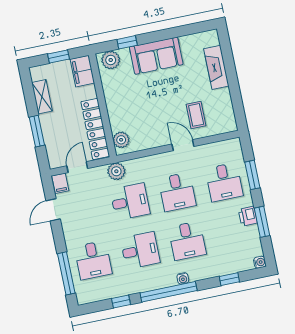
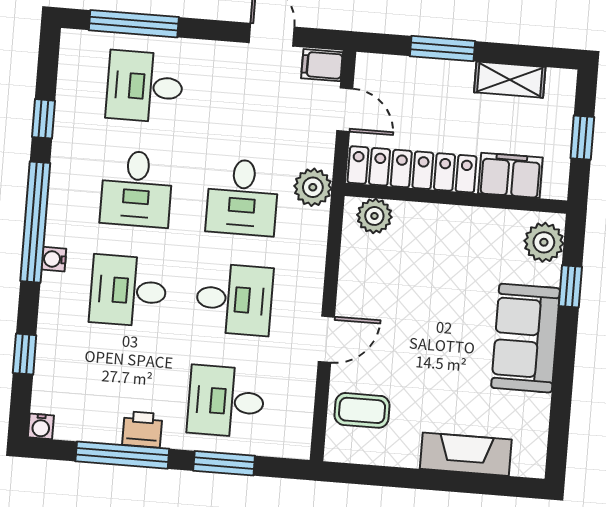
filing cabinet: (82, 71) -> (510, 175), moved
coffee table: (196, 115) -> (362, 410), moved
desk: (177, 192) -> (234, 299), turned 180
window: (262, 222) -> (122, 455), width x1.44

